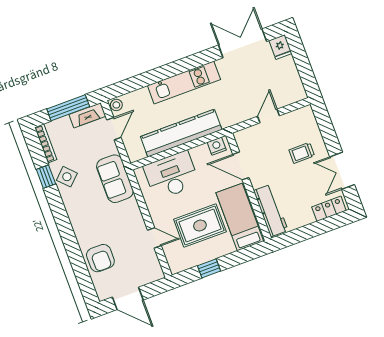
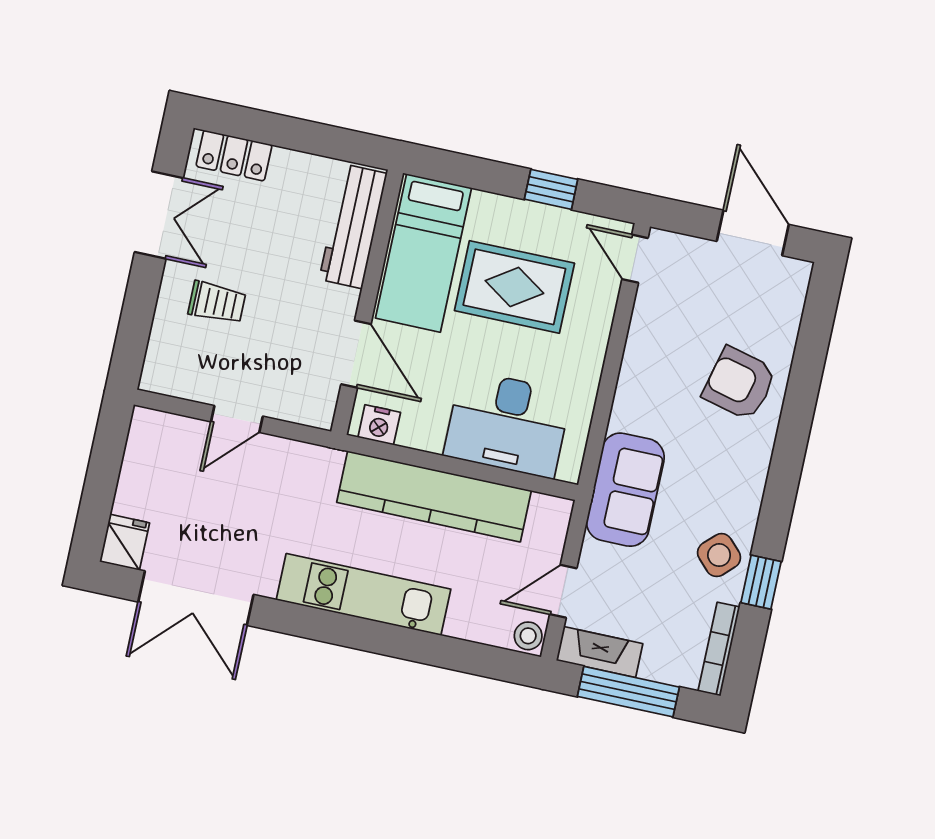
door: (154, 238) -> (635, 259), moved
armchair: (100, 258) -> (739, 383), moved, turned -76

